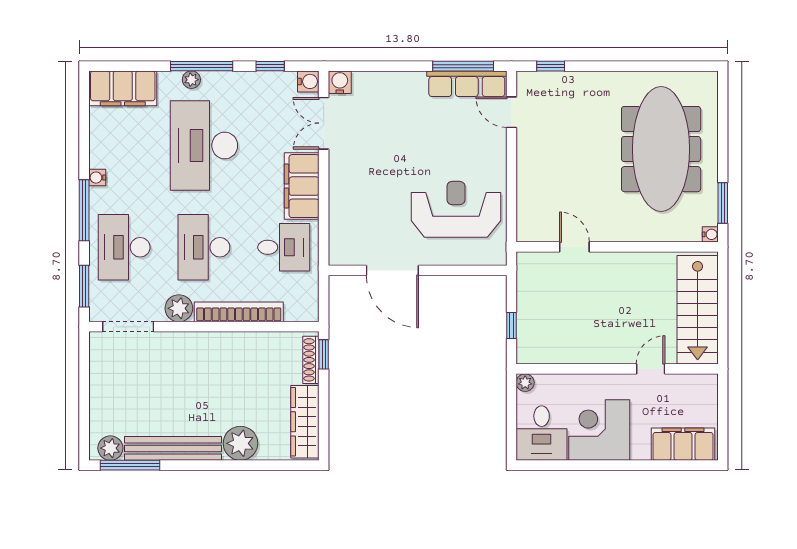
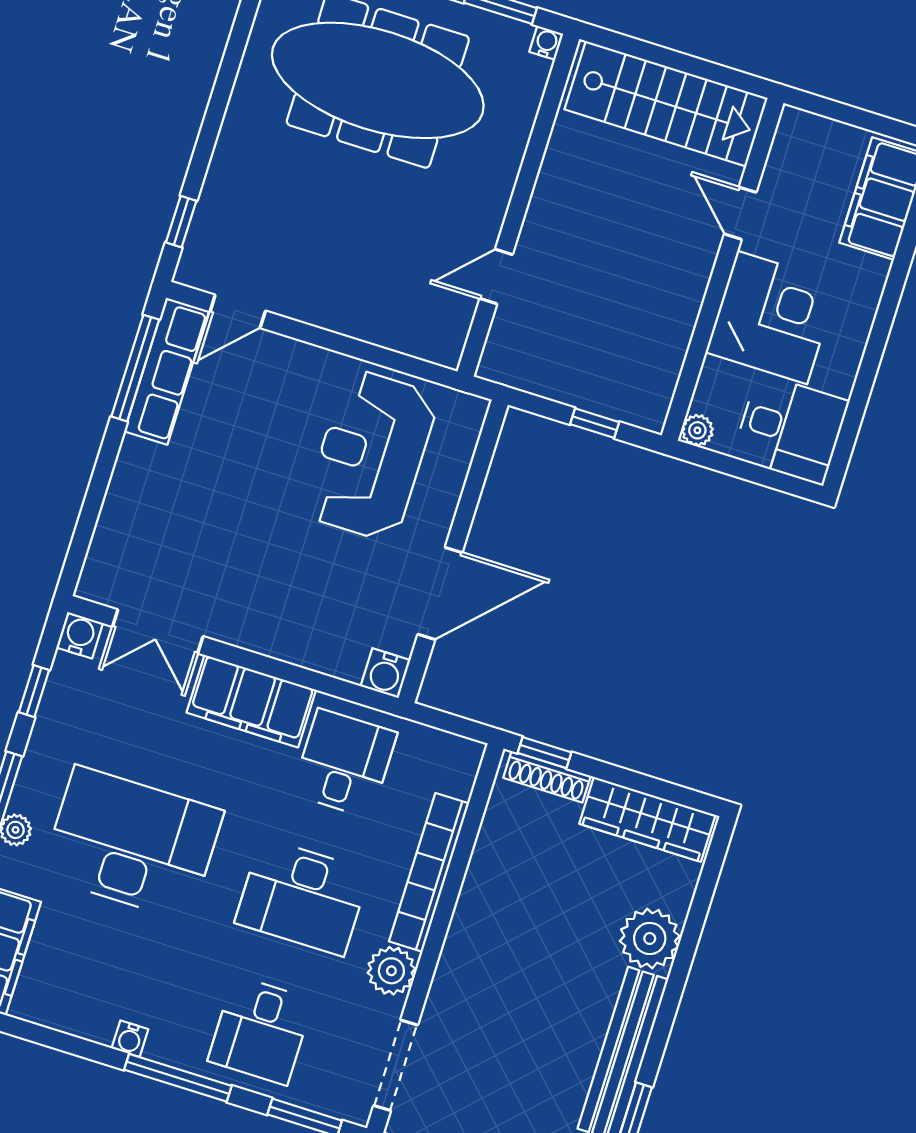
water cooler: (340, 82) -> (385, 673), moved, turned -90
desk: (204, 146) -> (132, 843), turned 180
desk: (124, 247) -> (261, 1030), width x0.73
corner desk: (599, 430) -> (772, 317), moved, turned 180

